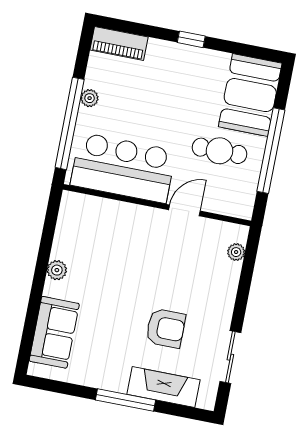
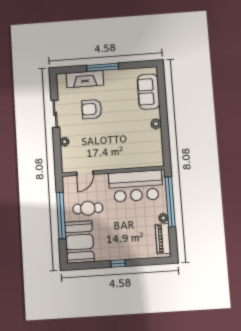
piano: (119, 43) -> (163, 239), moved, turned -90
door: (184, 210) -> (85, 173), moved
plant: (236, 252) -> (65, 142), moved
sliding door: (230, 357) -> (55, 114), moved

